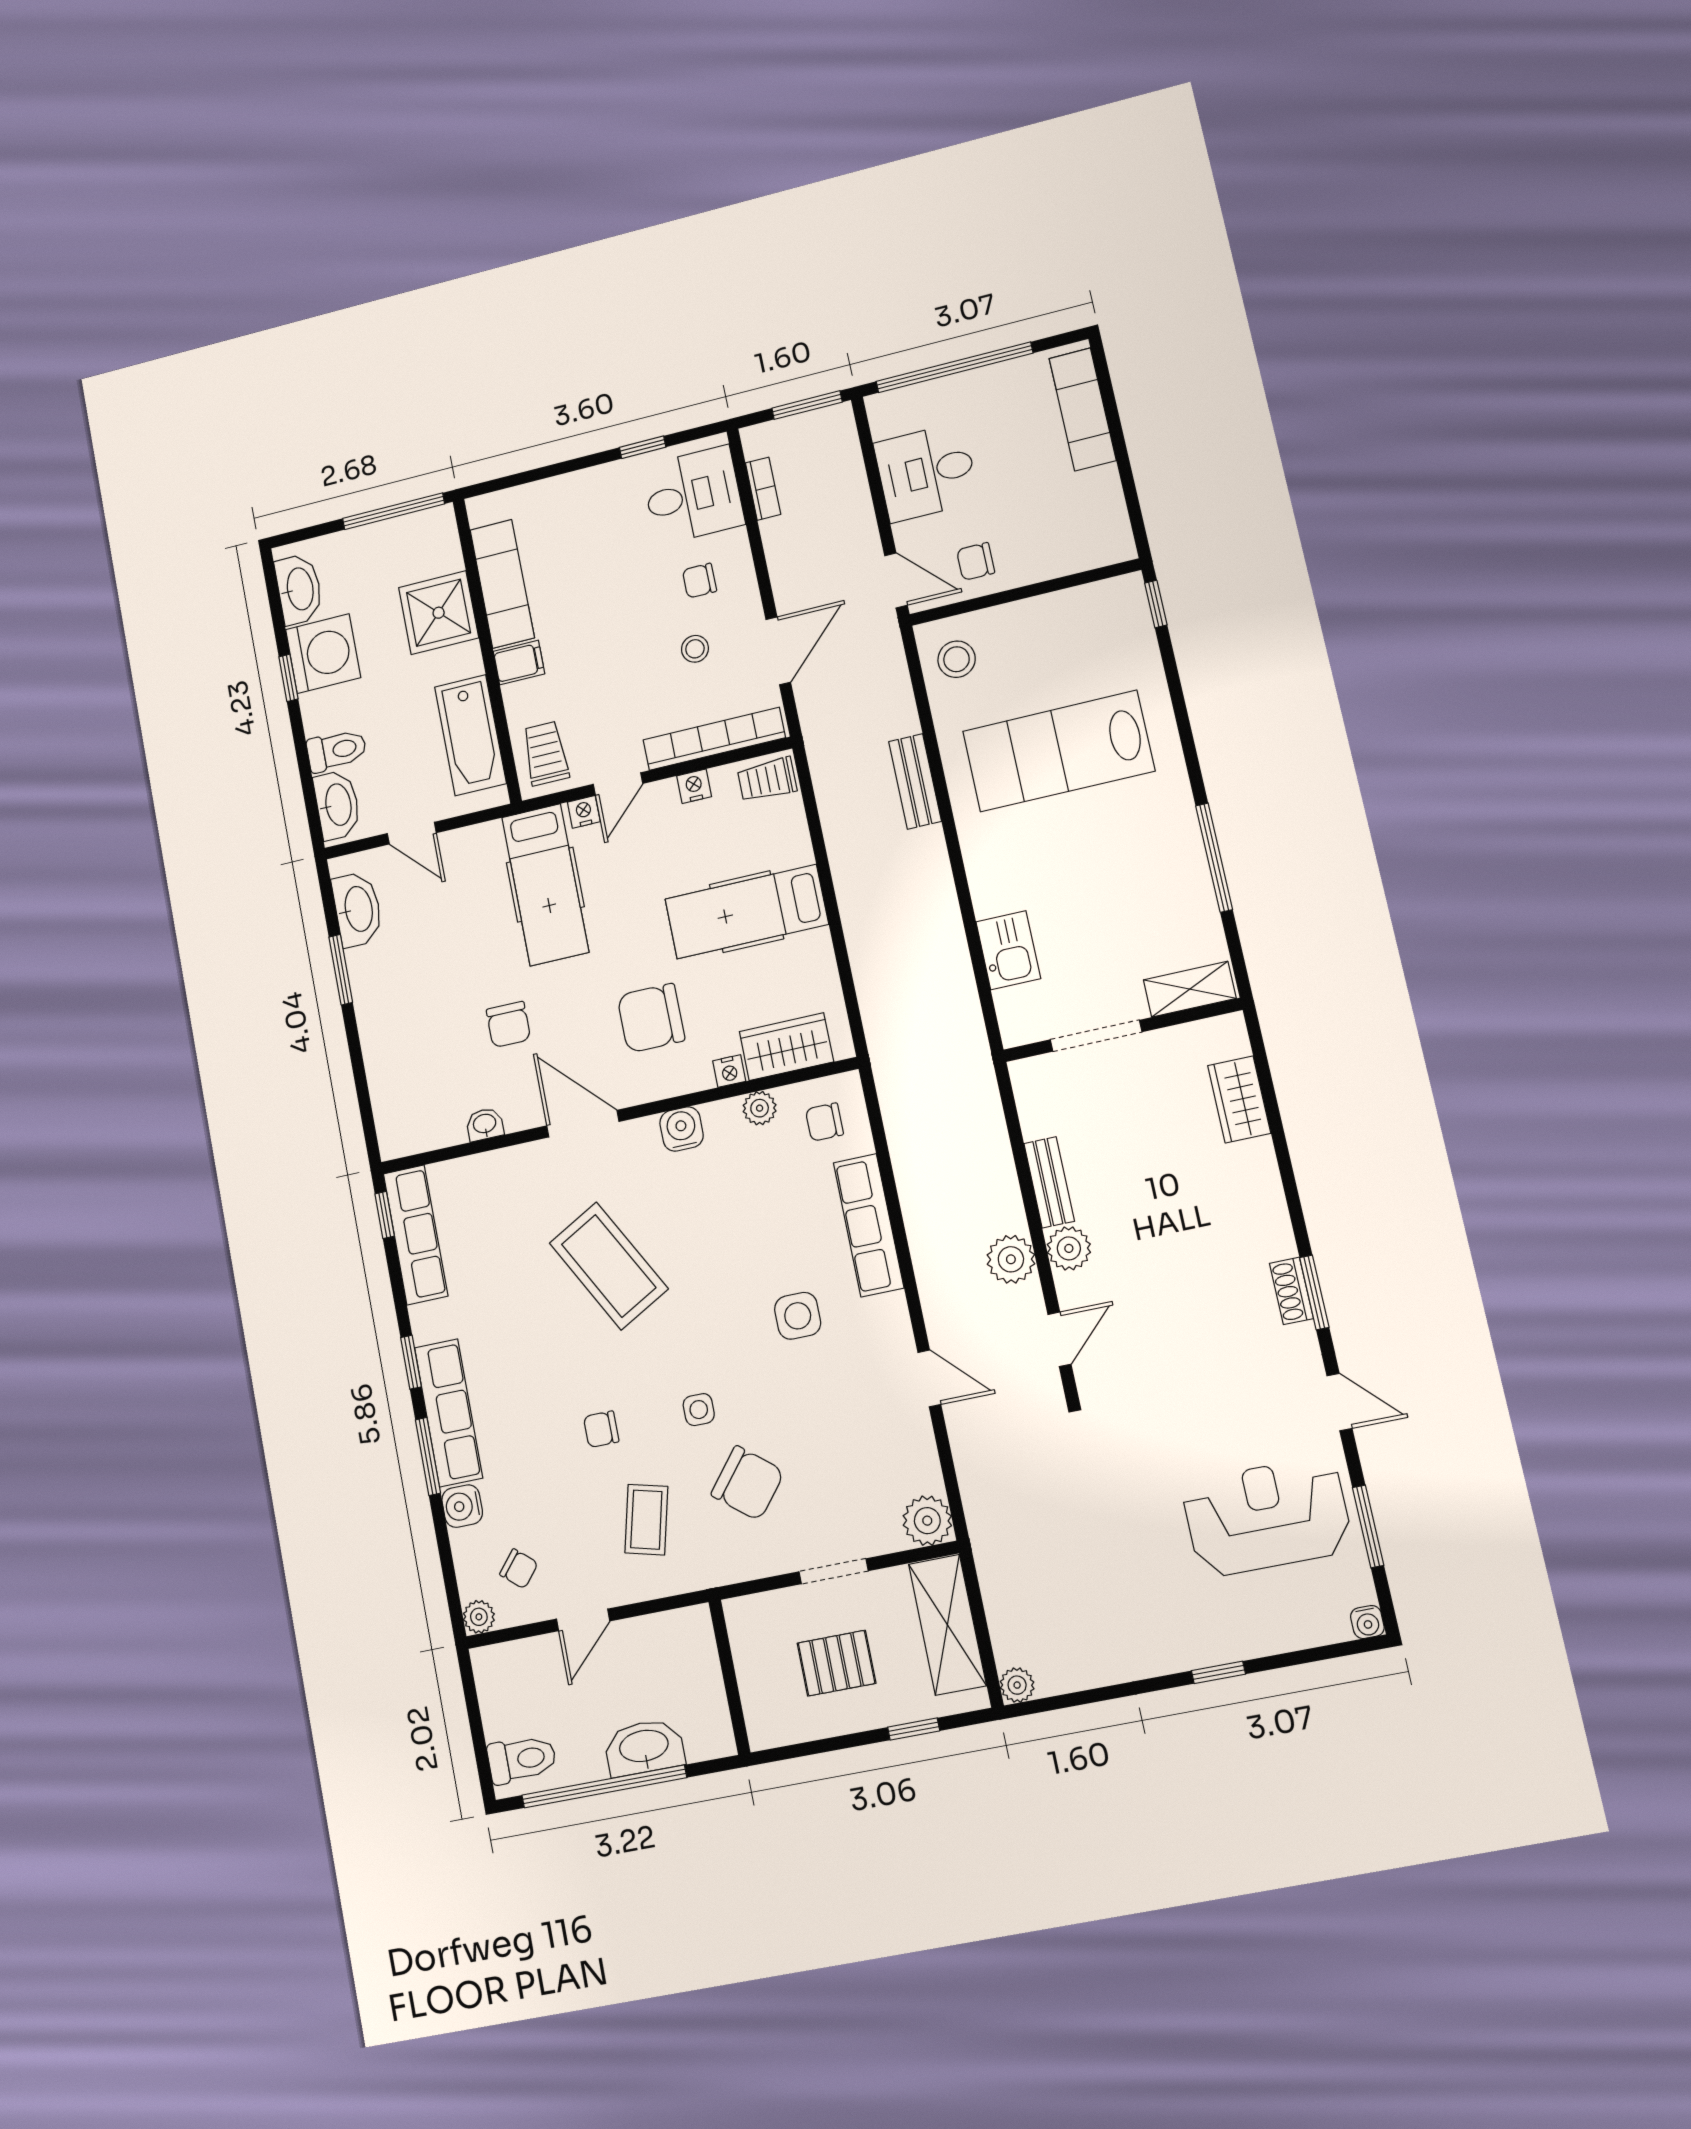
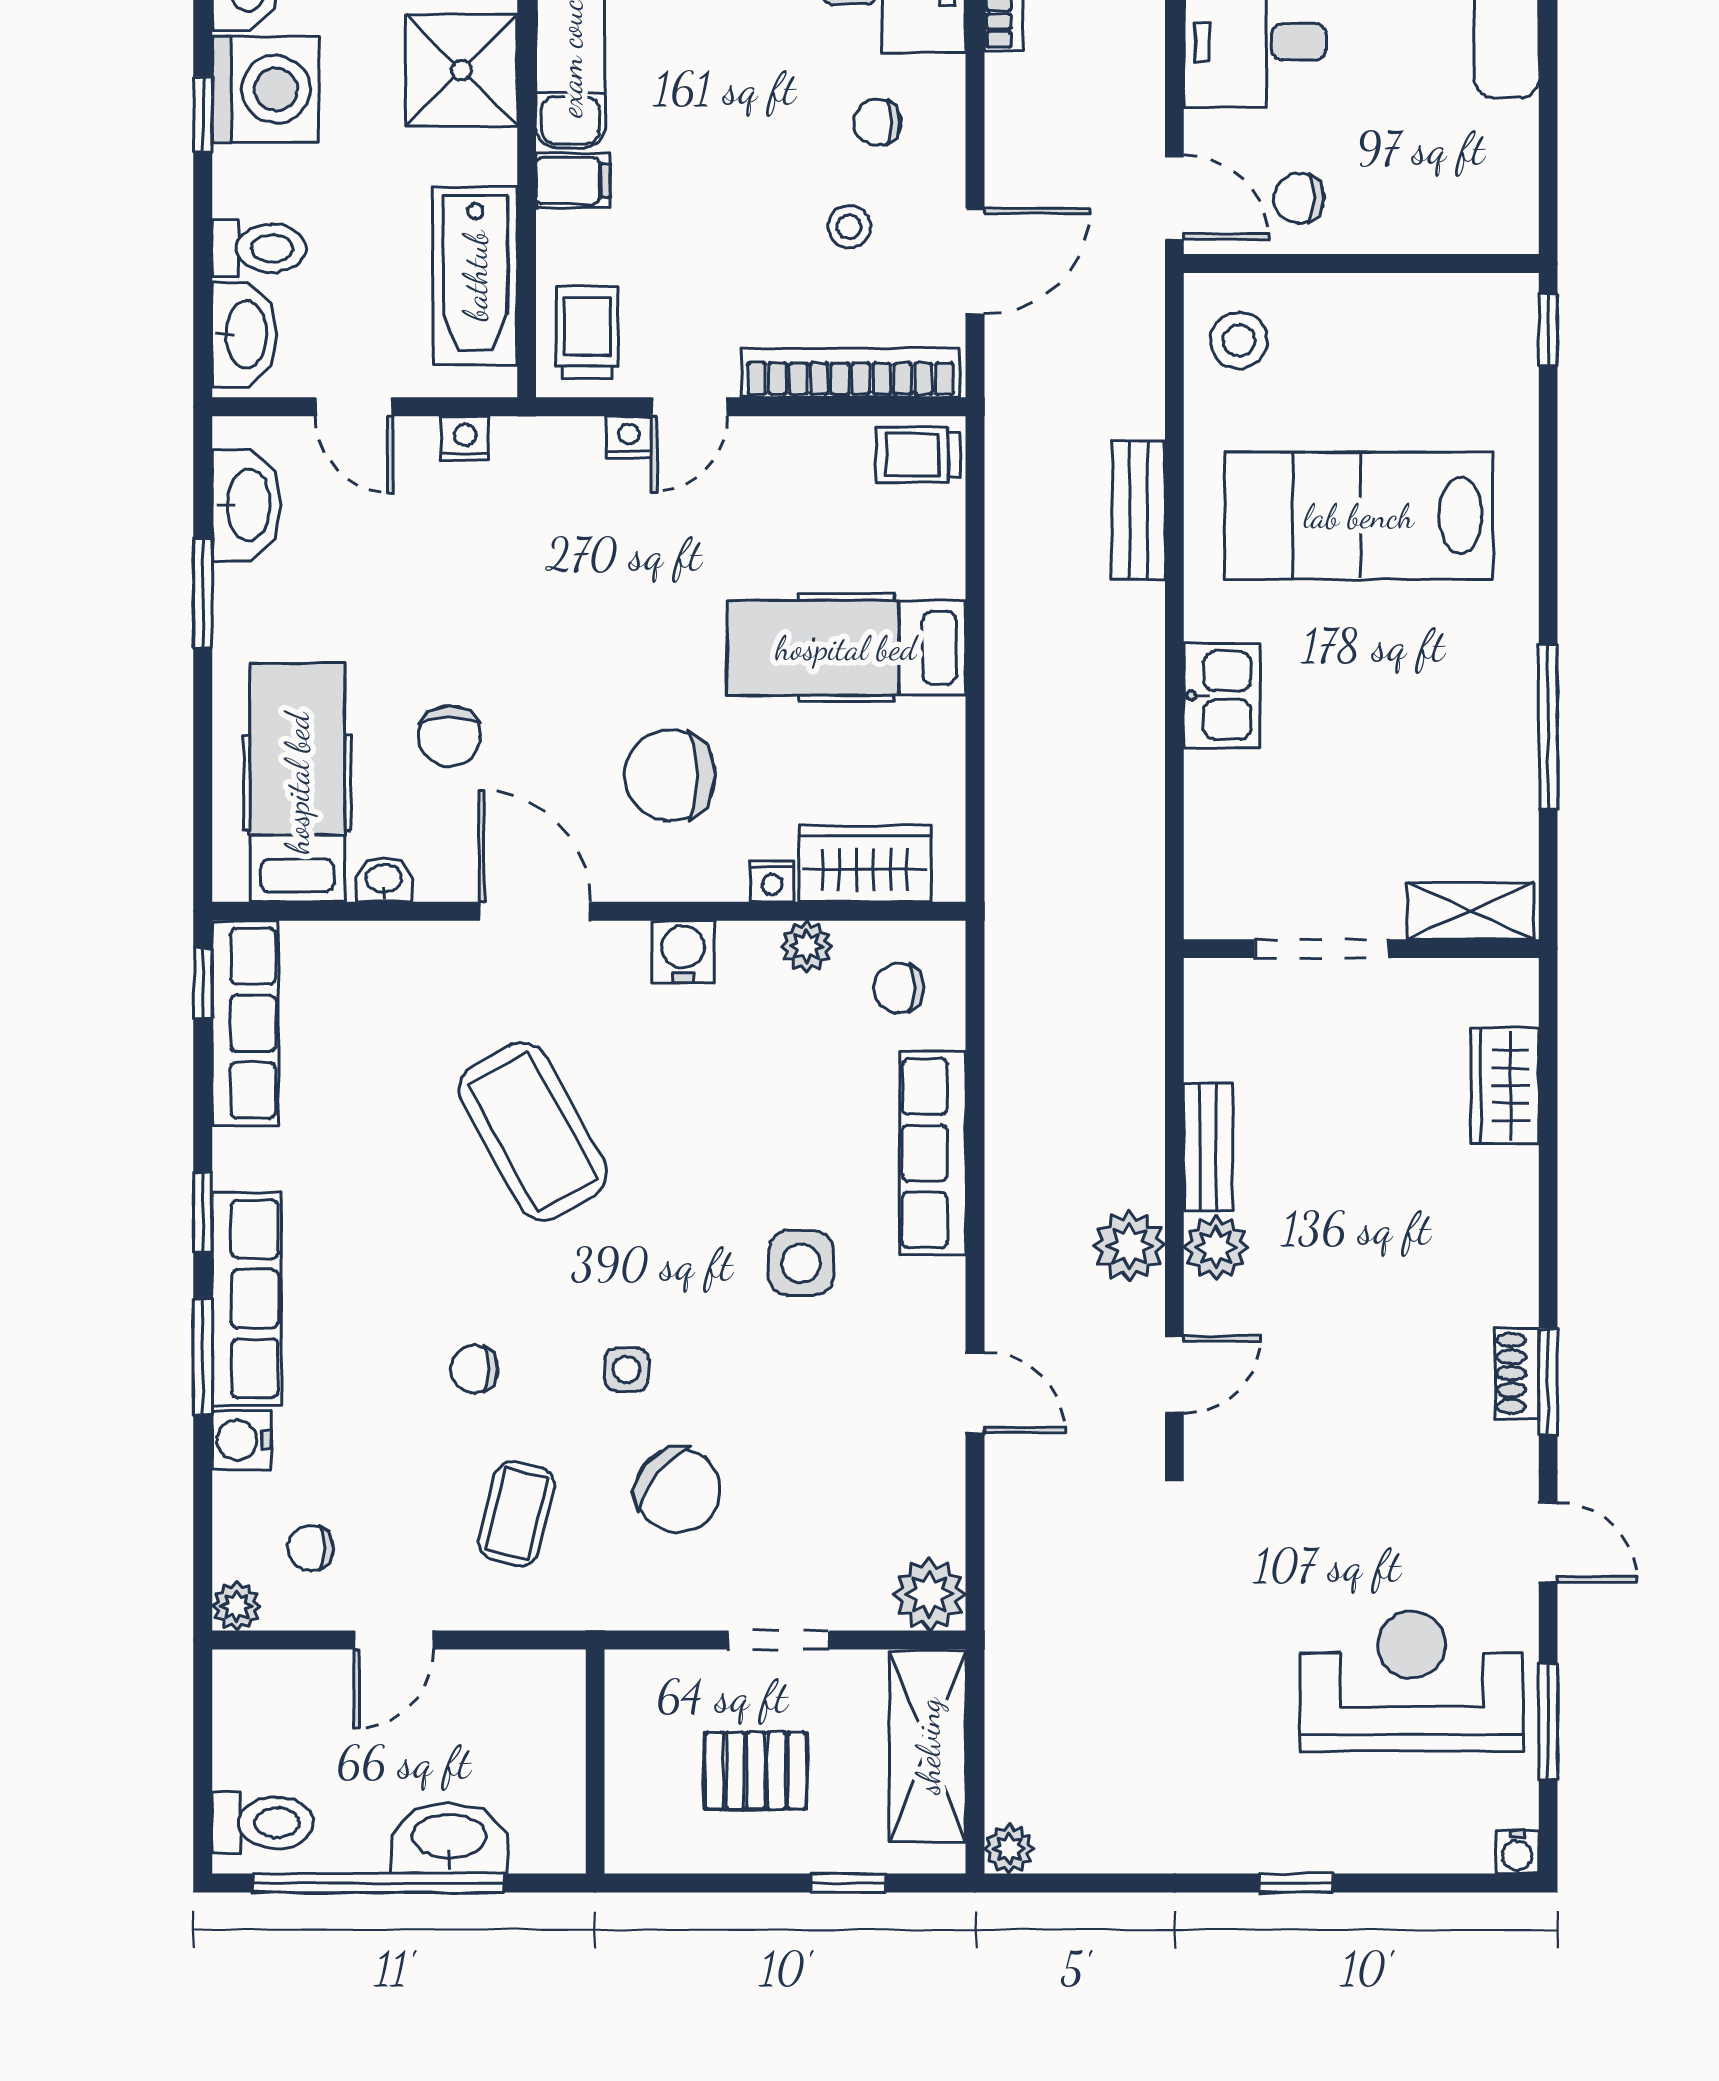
nightstand: (694, 786) -> (465, 438), moved
hospital bed: (545, 885) -> (297, 783), moved, turned 180
kitchen sink: (1008, 950) -> (1222, 695), moved
chair: (519, 1569) -> (311, 1548), turned 140

